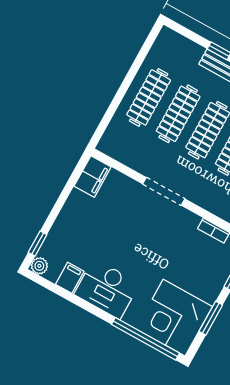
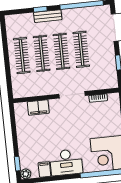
filing cabinet: (93, 176) -> (38, 108), moved, turned 90
doorway: (164, 191) -> (72, 95), moved

